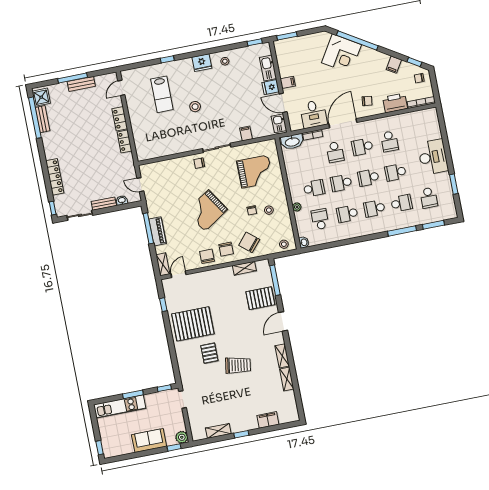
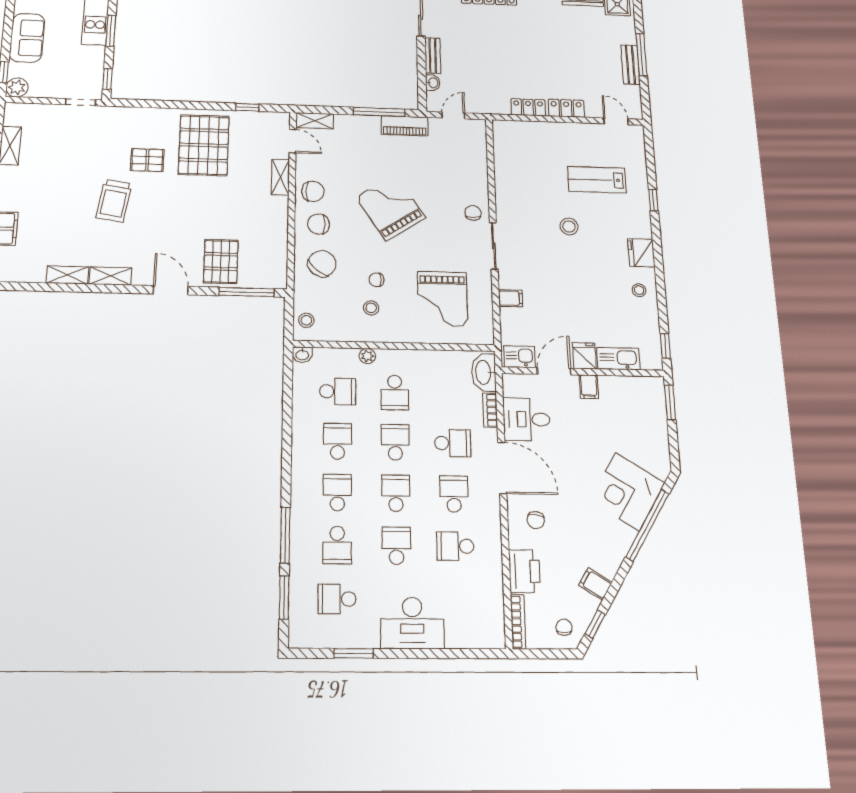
school desk: (335, 152) -> (453, 443), turned 180
piano: (158, 231) -> (405, 126), moved
shelving: (244, 268) -> (280, 177), moved

